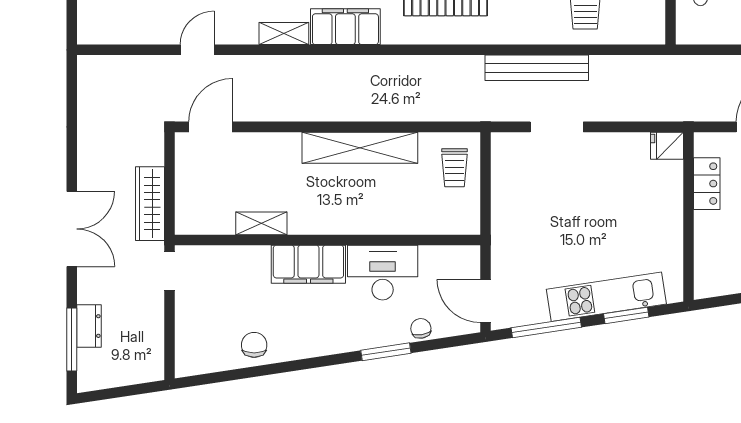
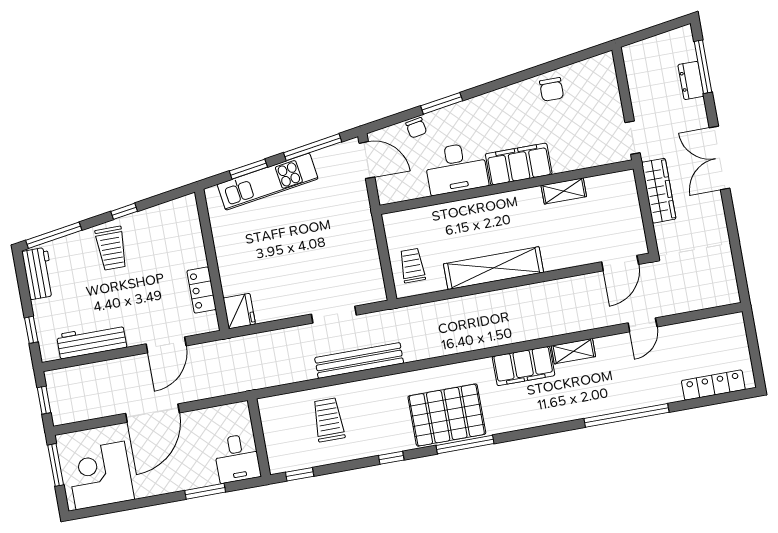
fridge: (667, 146) -> (239, 311), width x1.38

